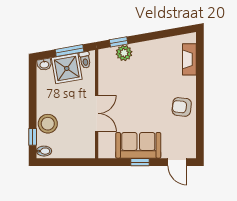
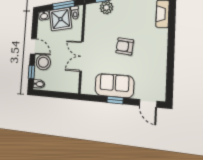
door: (33, 104) -> (33, 46), added
armchair: (182, 107) -> (125, 46), moved
double door: (97, 113) -> (81, 56), swing flipped

